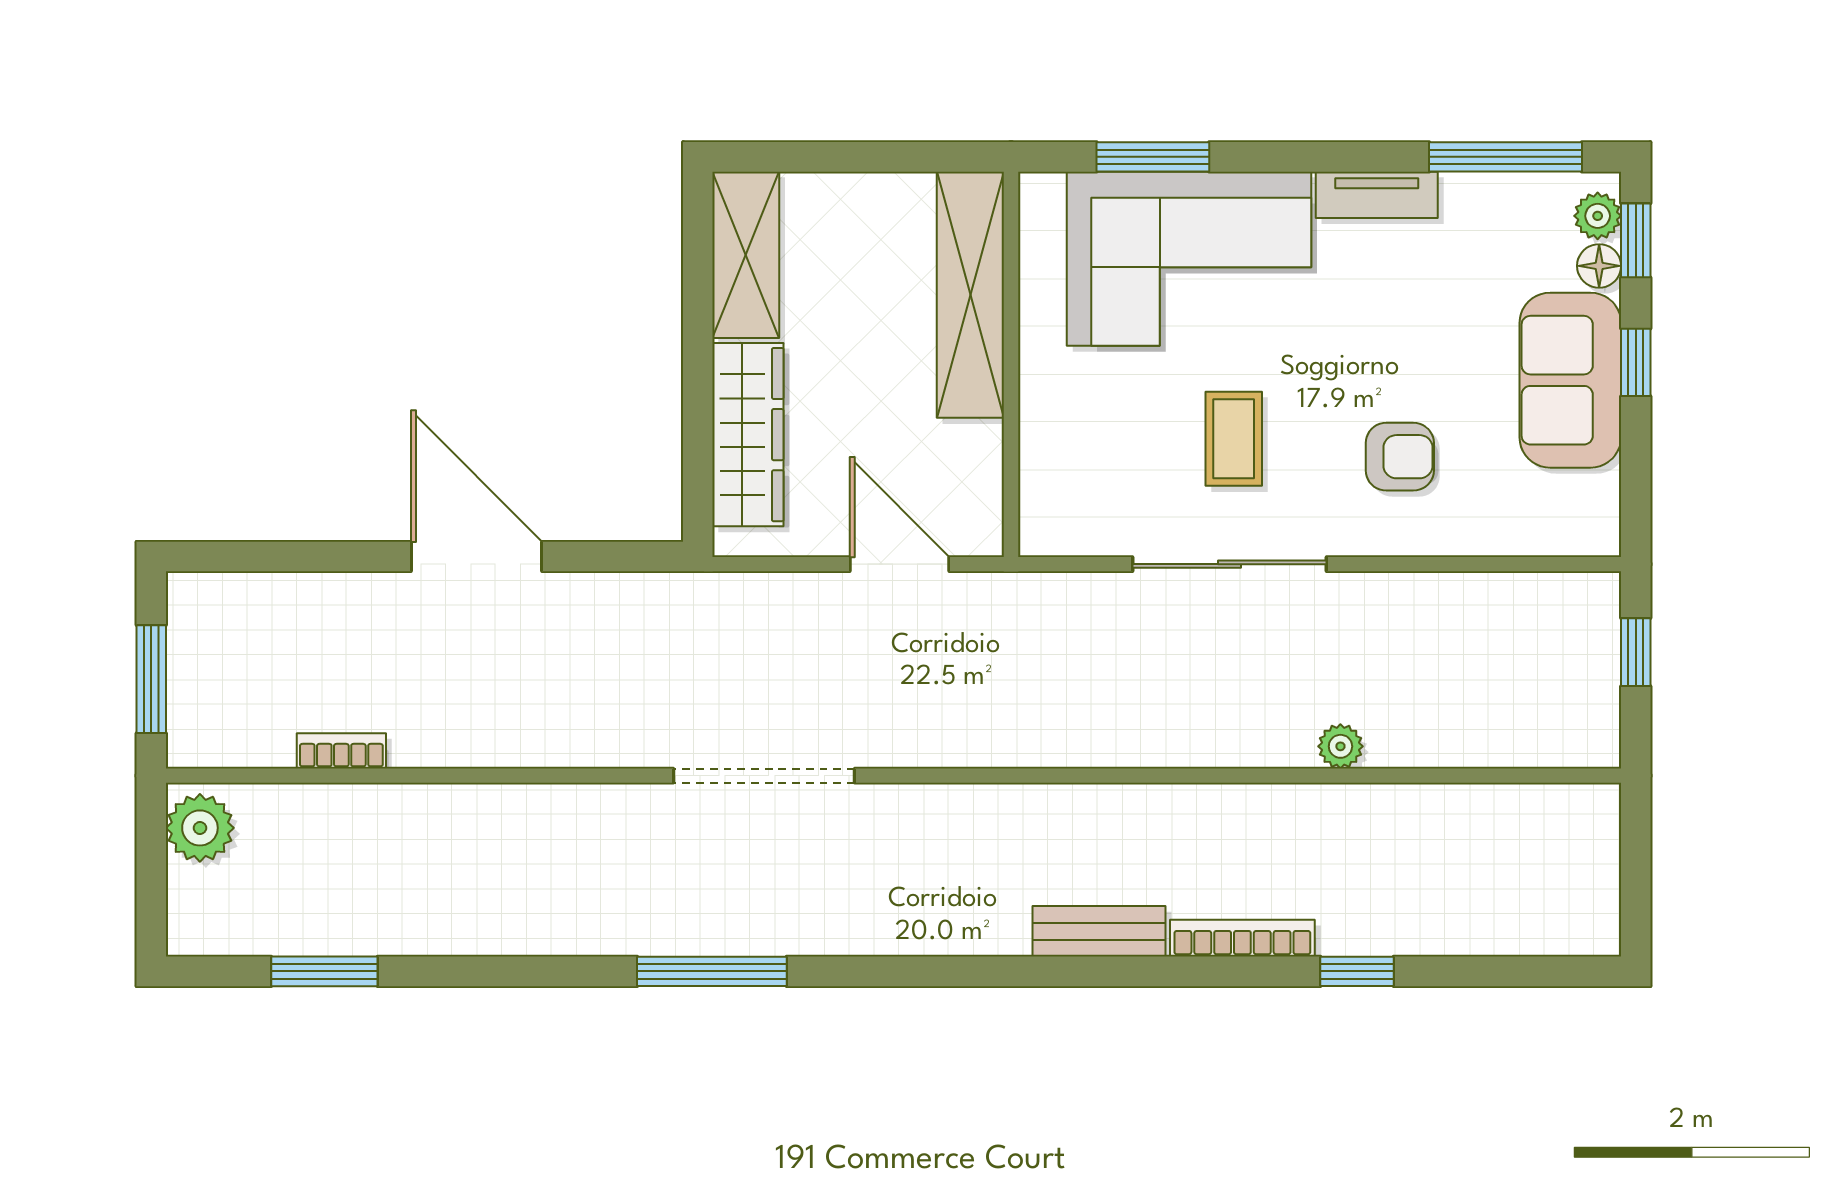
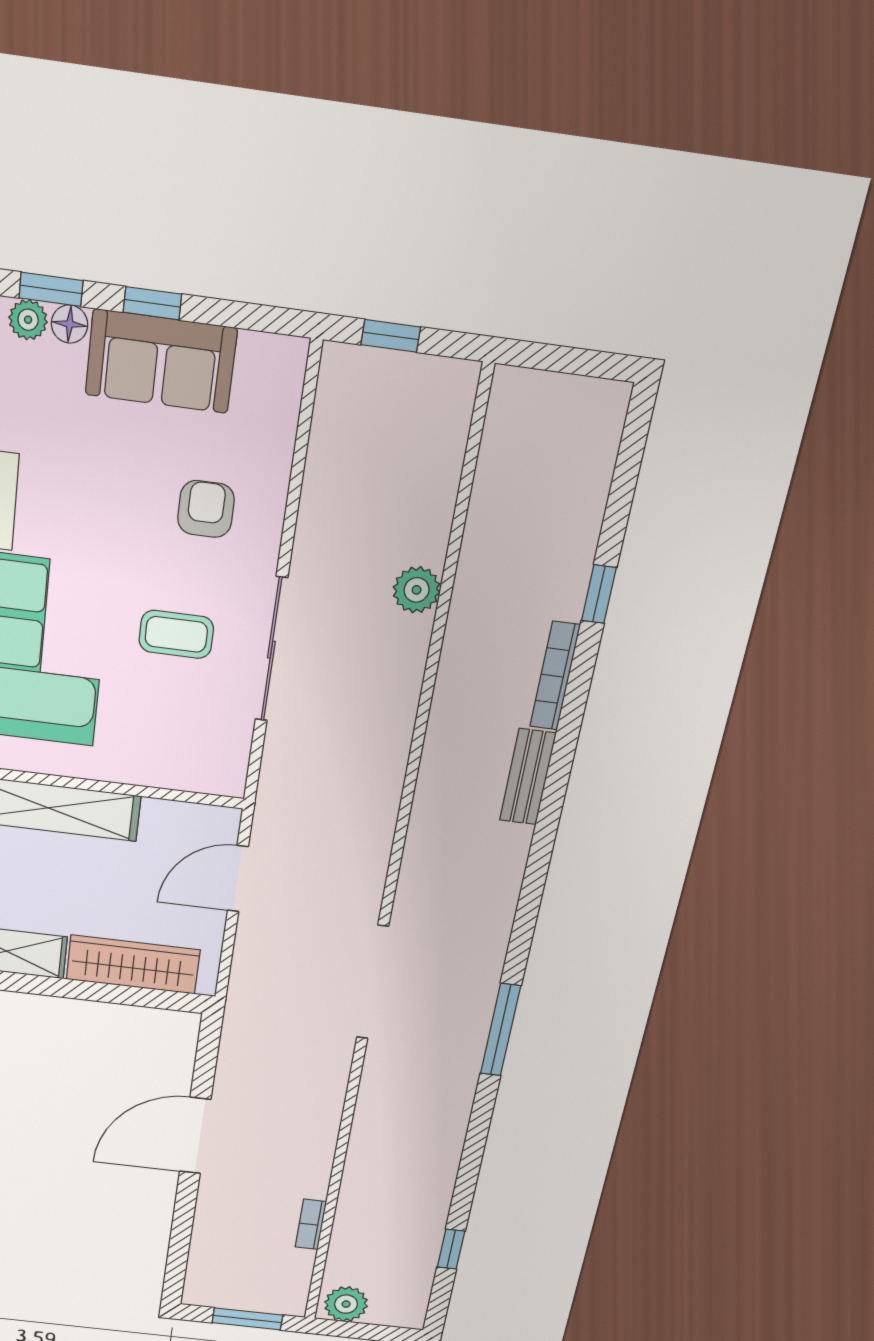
plant: (1340, 746) -> (417, 590), width x1.38, depth x1.38
window: (324, 971) -> (451, 1249), width x0.67

